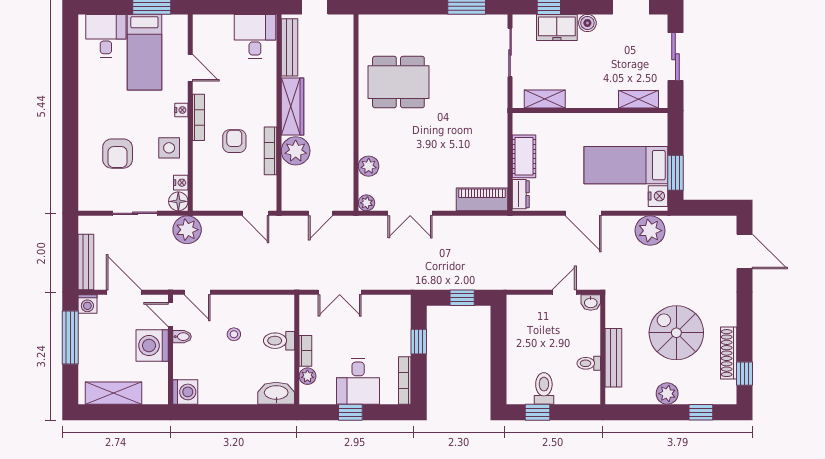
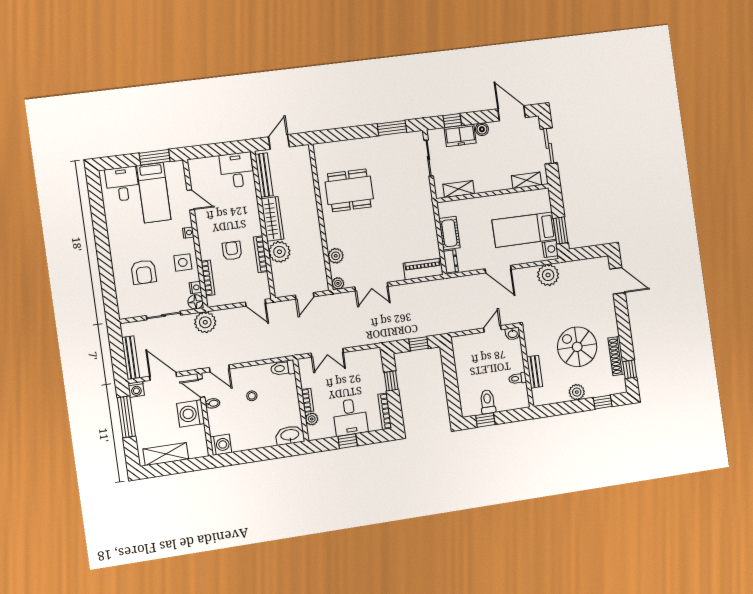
bookcase: (199, 117) -> (208, 278), moved
toilet: (279, 341) -> (283, 368), moved
bench: (613, 358) -> (535, 372), width x0.73

